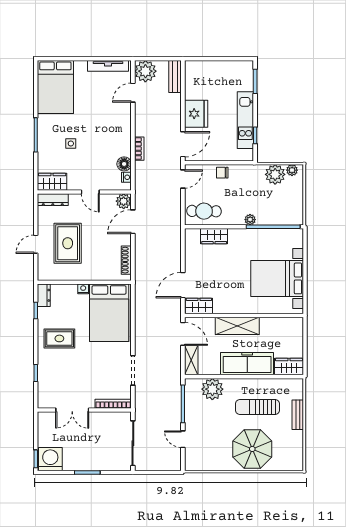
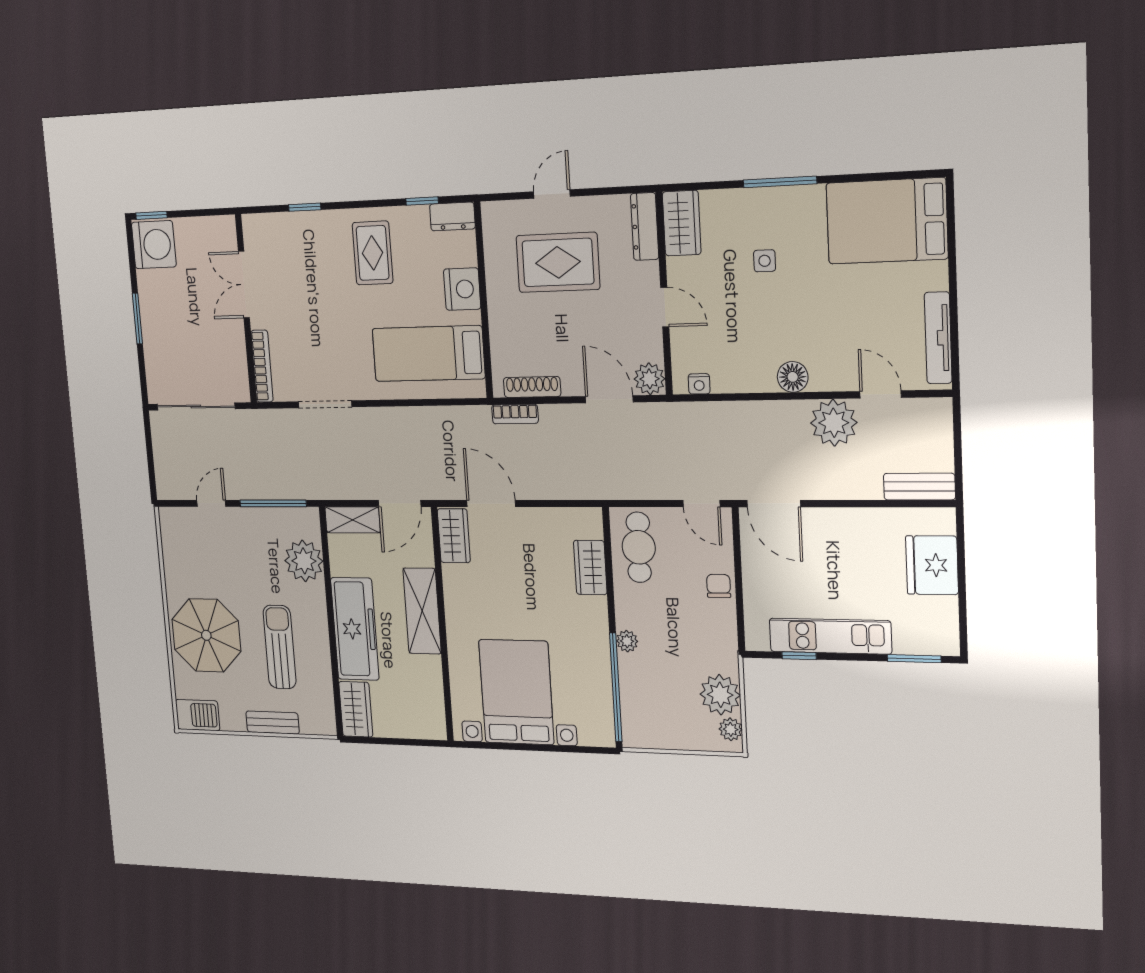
plant: (145, 71) -> (834, 423), moved
fridge: (196, 114) -> (932, 565), moved, turned 90
bookcase: (139, 149) -> (515, 414), moved
floor lamp: (124, 164) -> (793, 377), moved
door: (90, 192) -> (665, 307), swing flipped
door: (36, 244) -> (552, 194), hinge flipped
nightstand: (83, 289) -> (462, 289), width x1.89, depth x1.79
bed: (109, 313) -> (428, 354), width x0.67
barbecue: (295, 458) -> (198, 715), added

